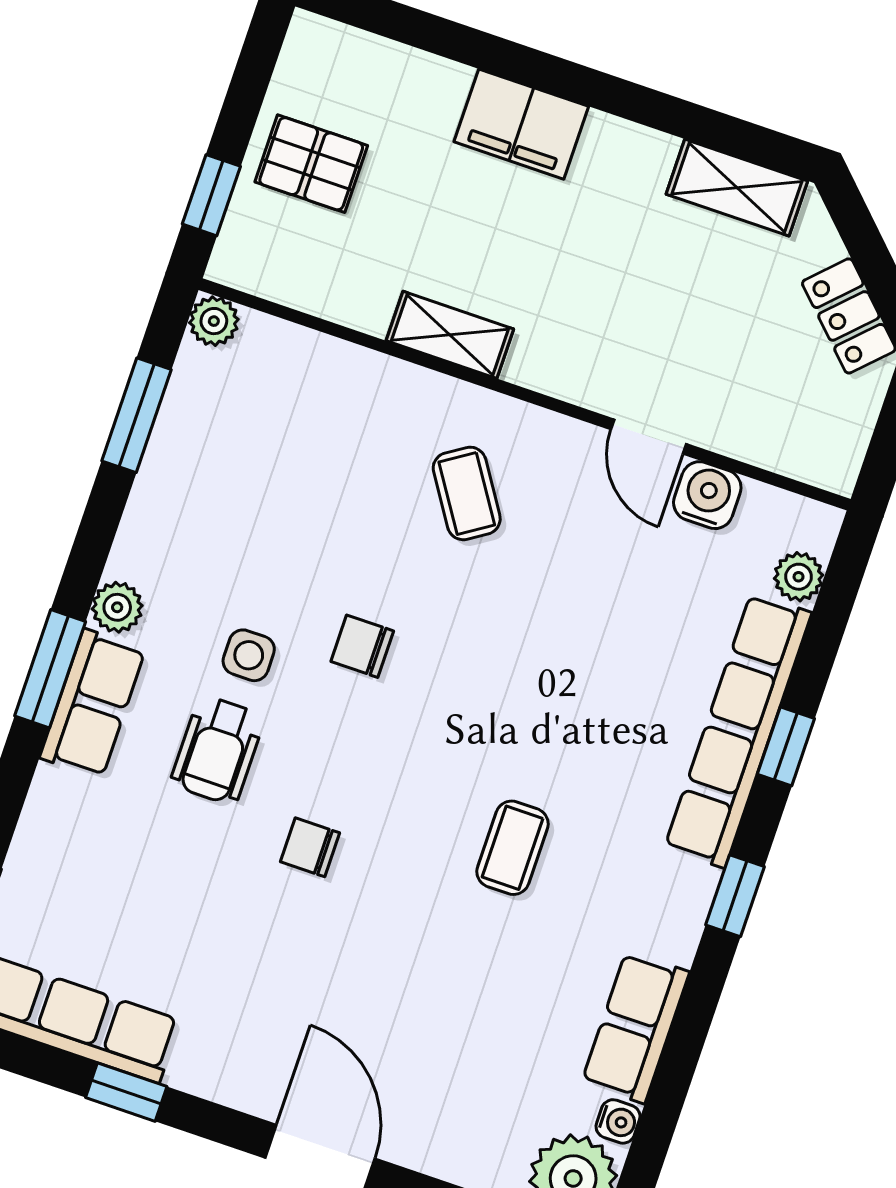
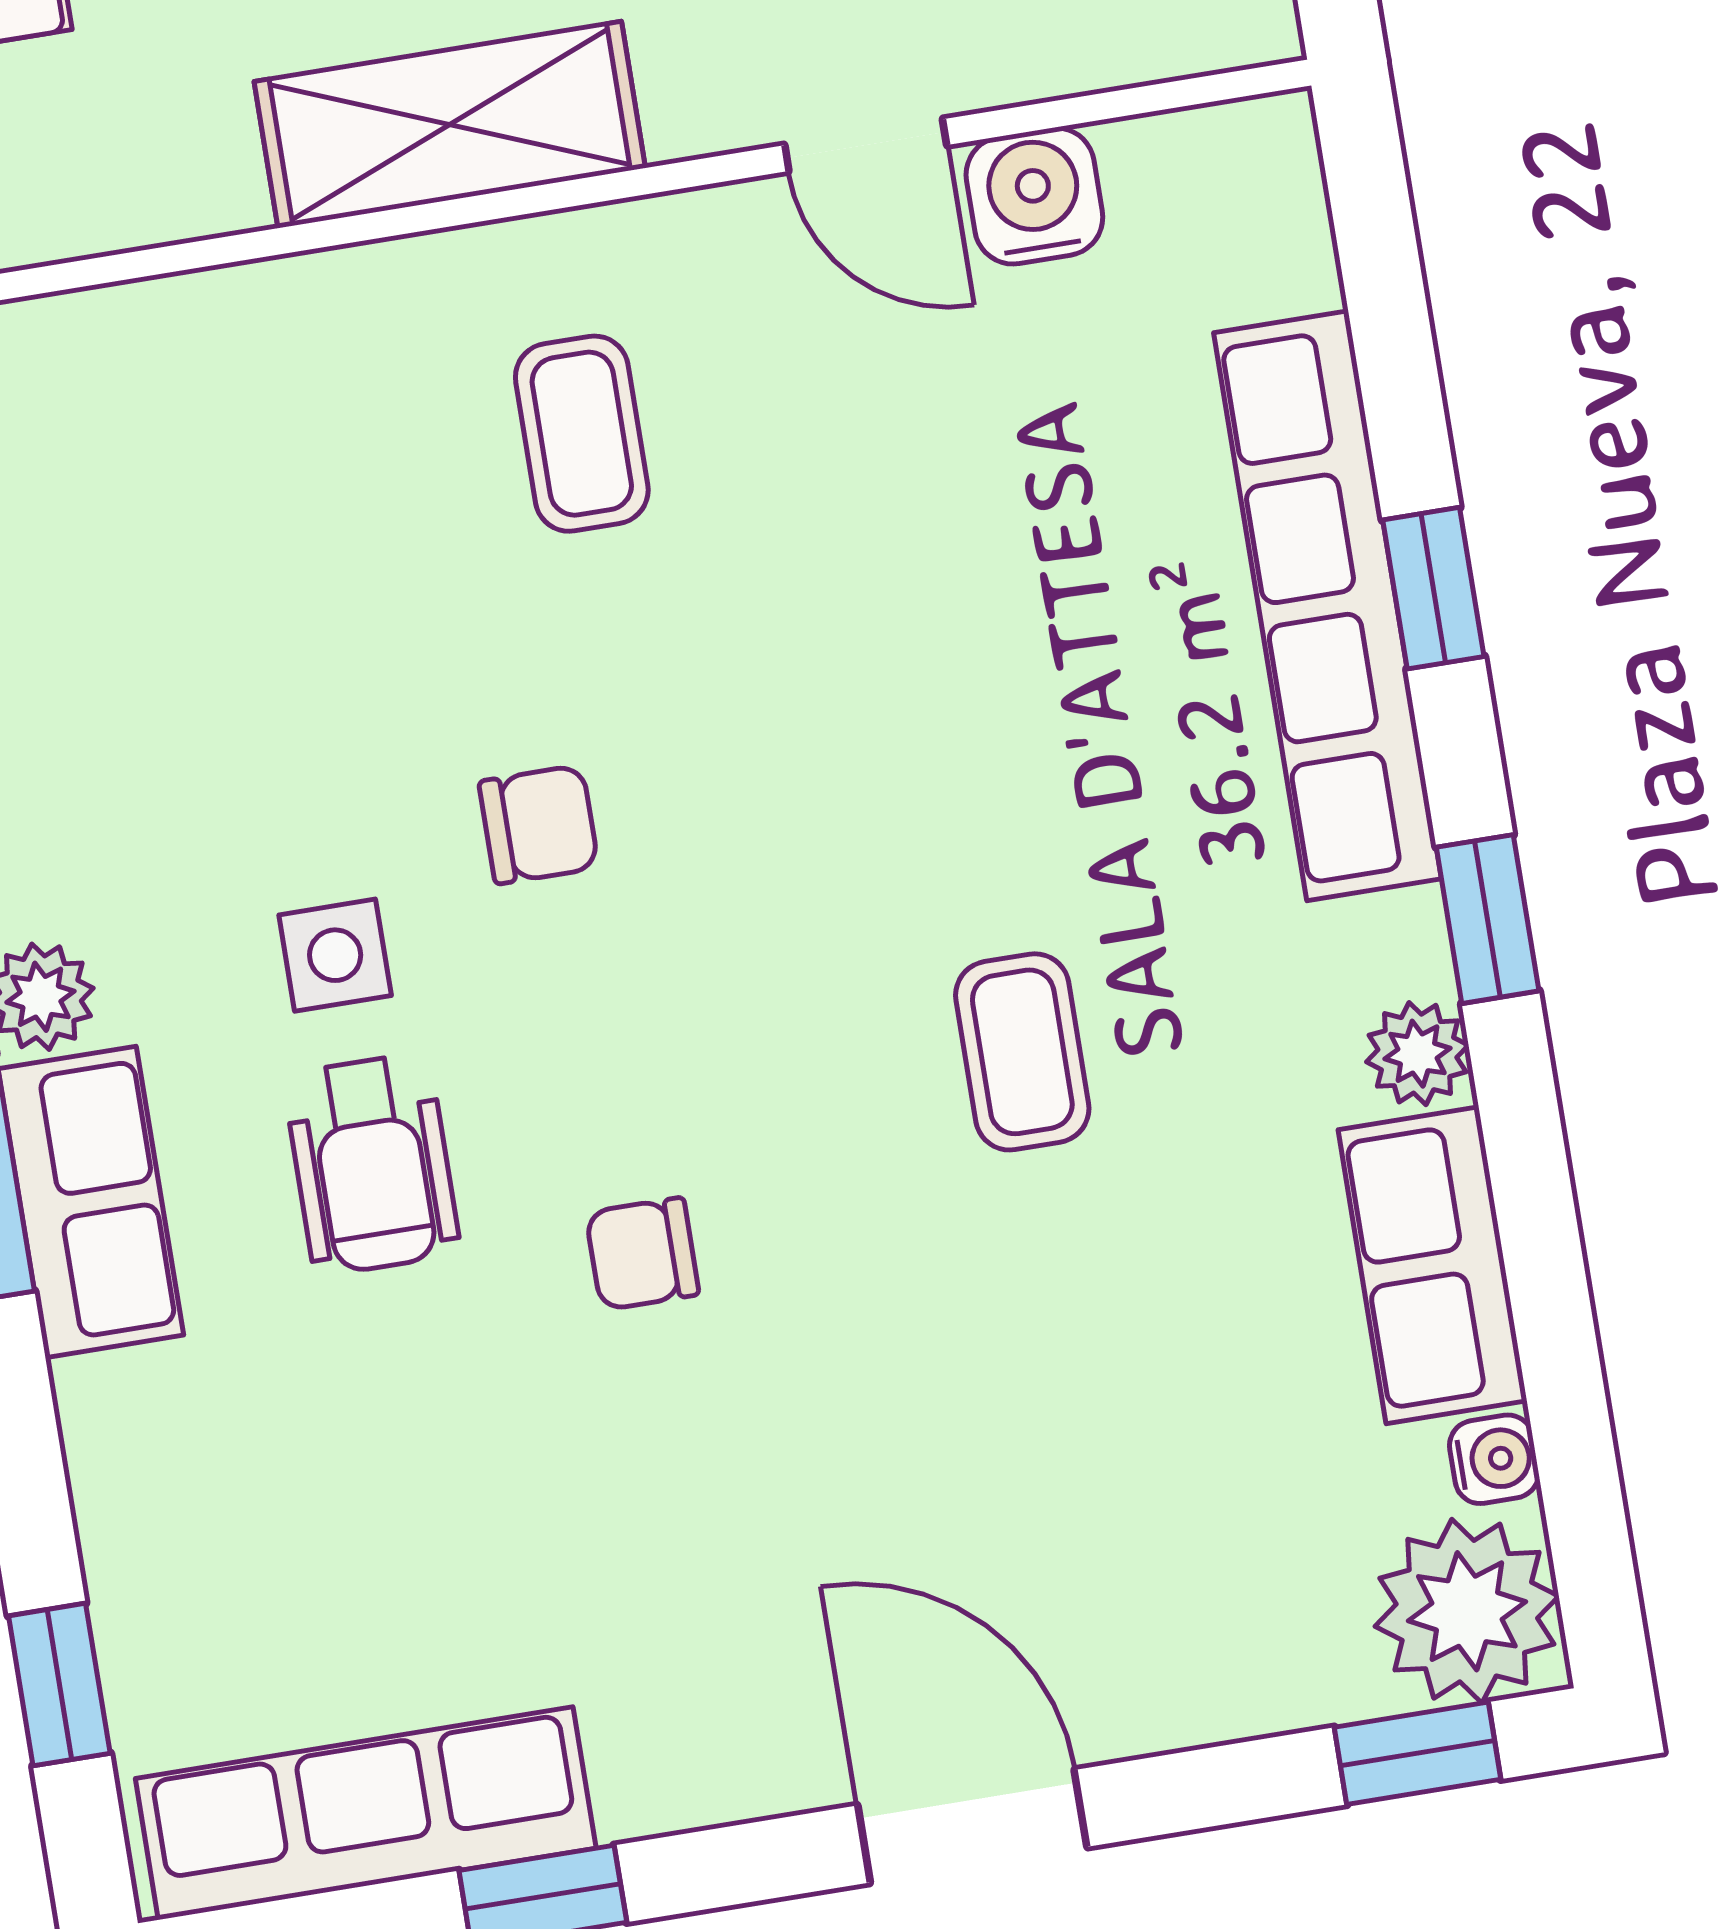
shelving: (450, 335) -> (450, 125), width x1.50, depth x1.33
coffee table: (467, 493) -> (582, 434), turned 33
plant: (799, 577) -> (1417, 1054), moved
chair: (362, 646) -> (539, 825), turned 180

